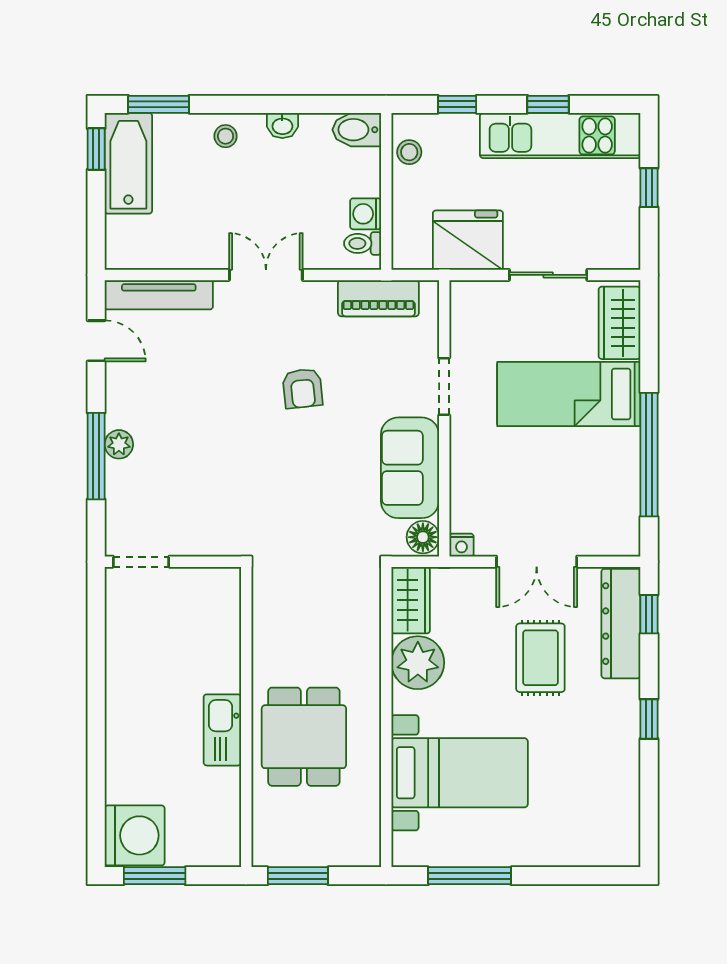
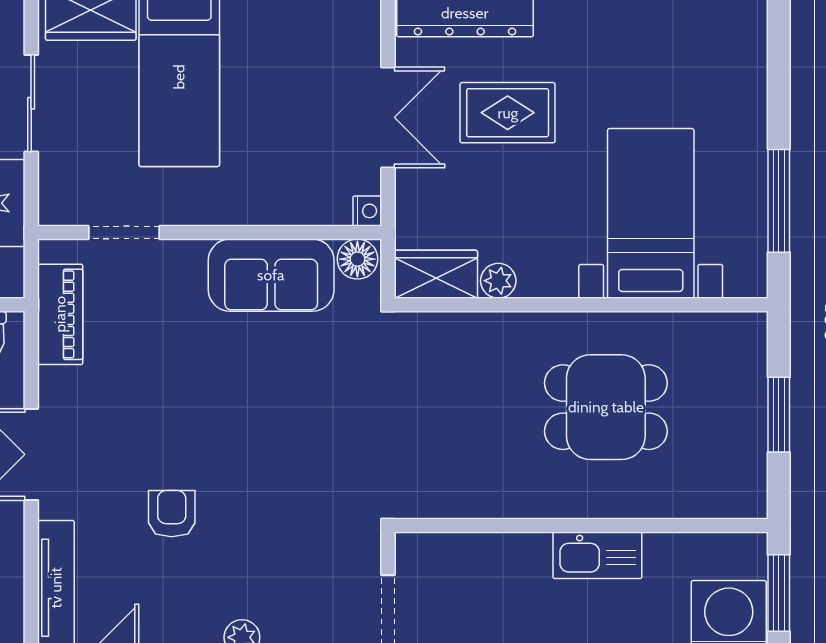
doorway: (444, 386) -> (124, 232), moved
armchair: (303, 388) -> (172, 514), moved, turned -84
plant: (418, 663) -> (498, 281), width x0.53, depth x0.53
wall: (246, 717) -> (581, 526), moved
kitchen sink: (222, 730) -> (597, 555), moved

